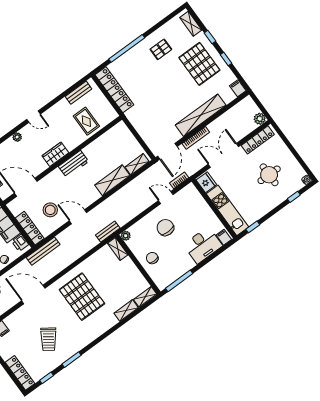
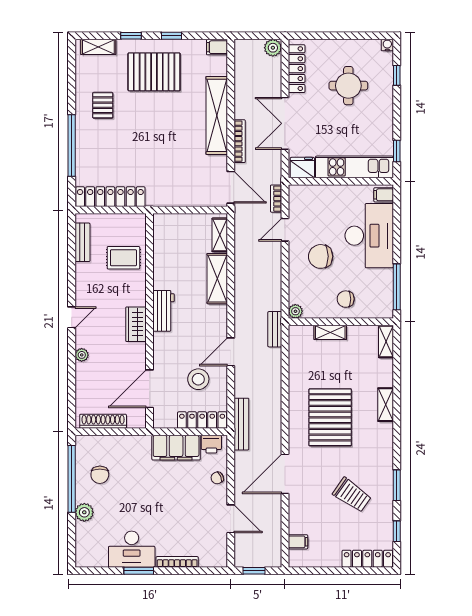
desk: (203, 245) -> (369, 236), width x1.36, depth x1.30
shelving: (118, 249) -> (330, 332), moved
pallet: (82, 297) -> (330, 417), turned 90
shelving: (126, 310) -> (386, 405), moved

